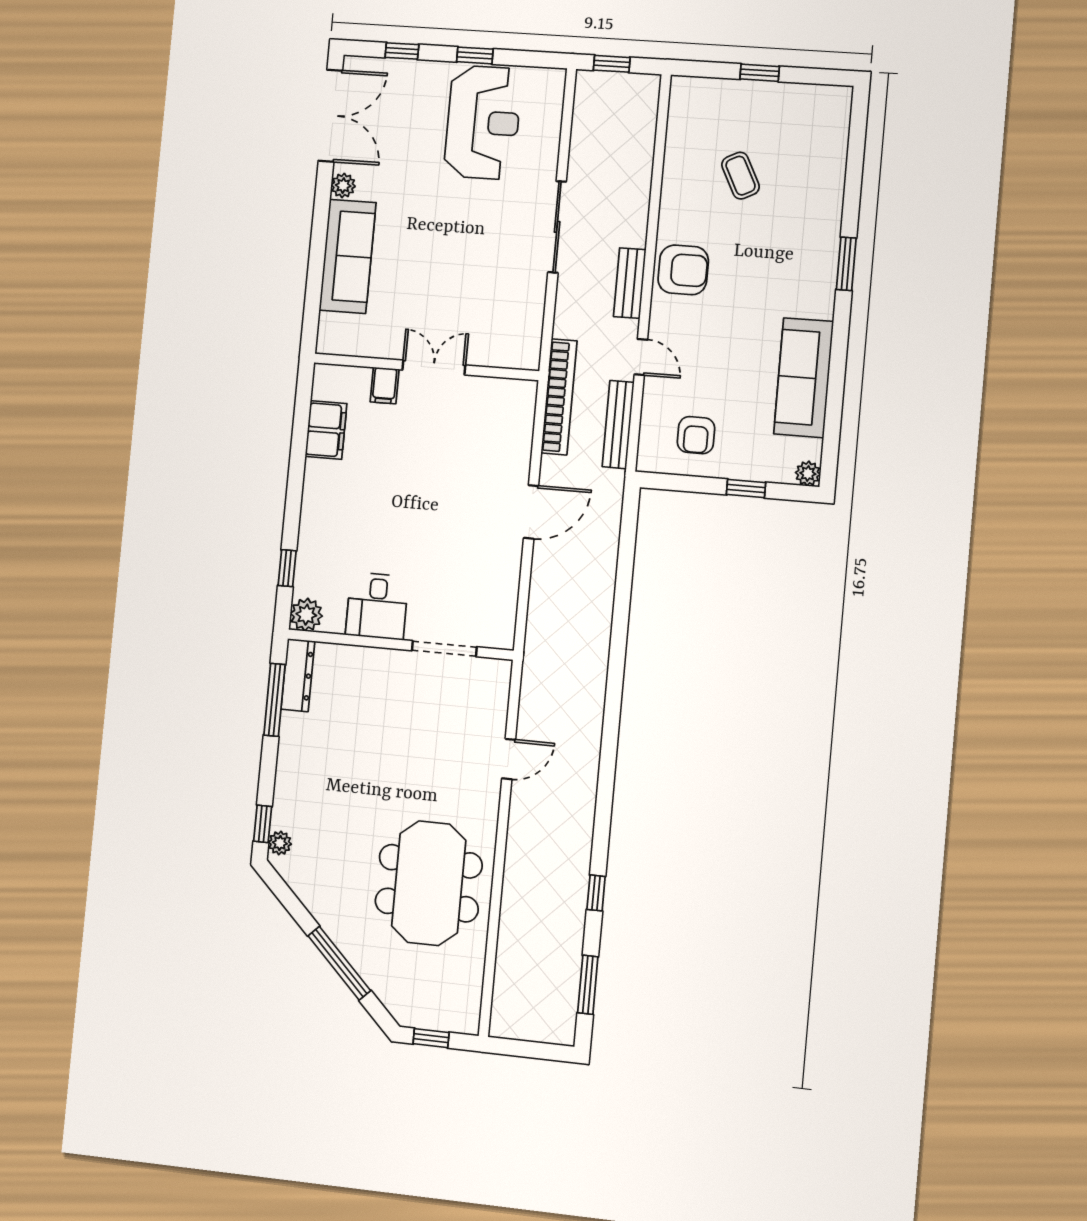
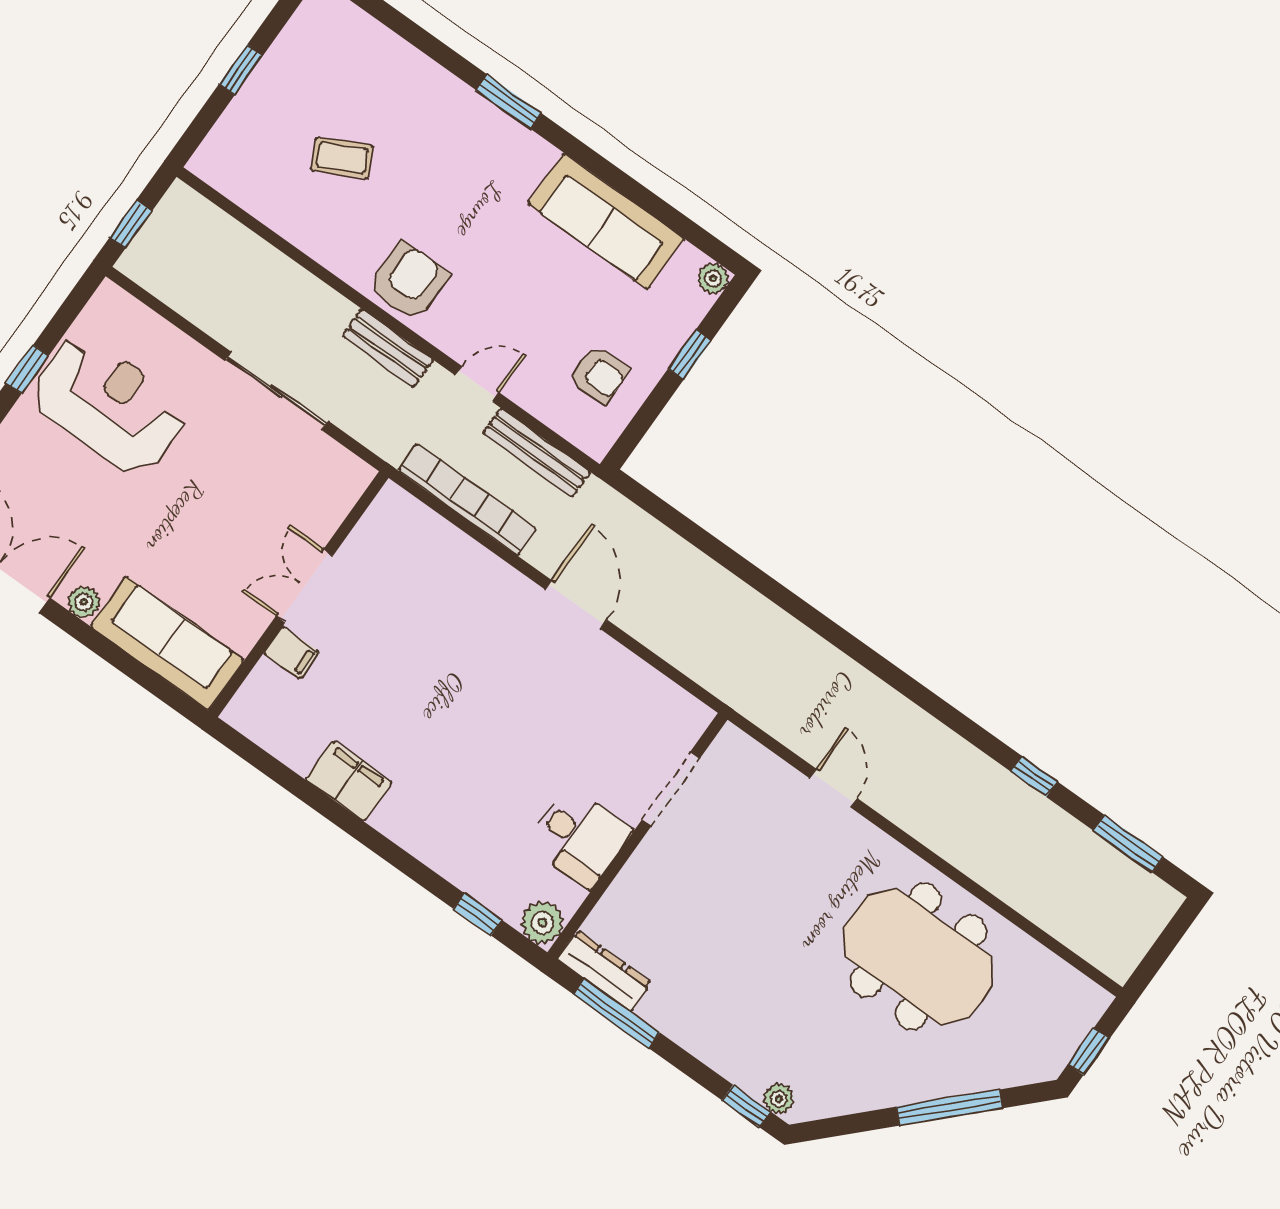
wall: (426, 367) -> (298, 594), moved
double door: (434, 367) -> (304, 586), moved
filing cabinet: (385, 386) -> (291, 653), moved

